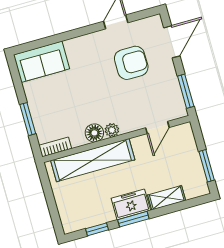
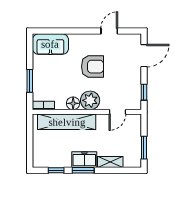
armchair: (131, 63) -> (92, 67), moved
window: (186, 91) -> (144, 92), width x0.67
plant: (112, 130) -> (90, 100), width x1.87, depth x1.87

